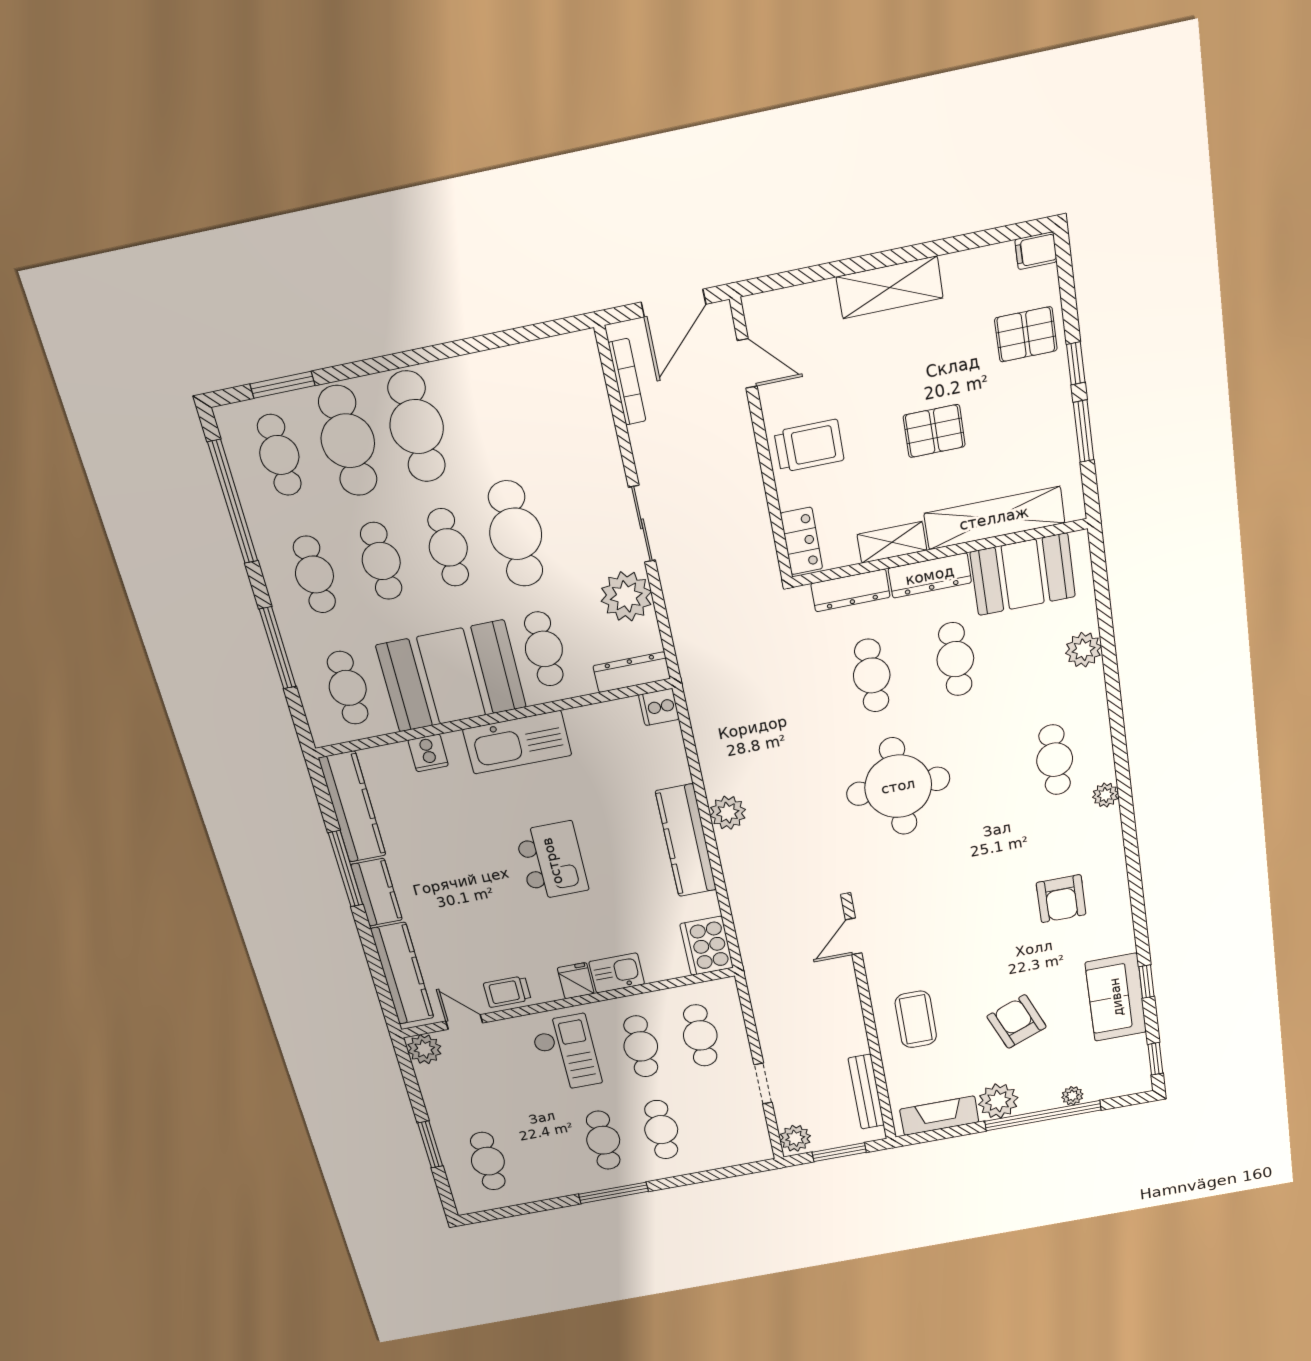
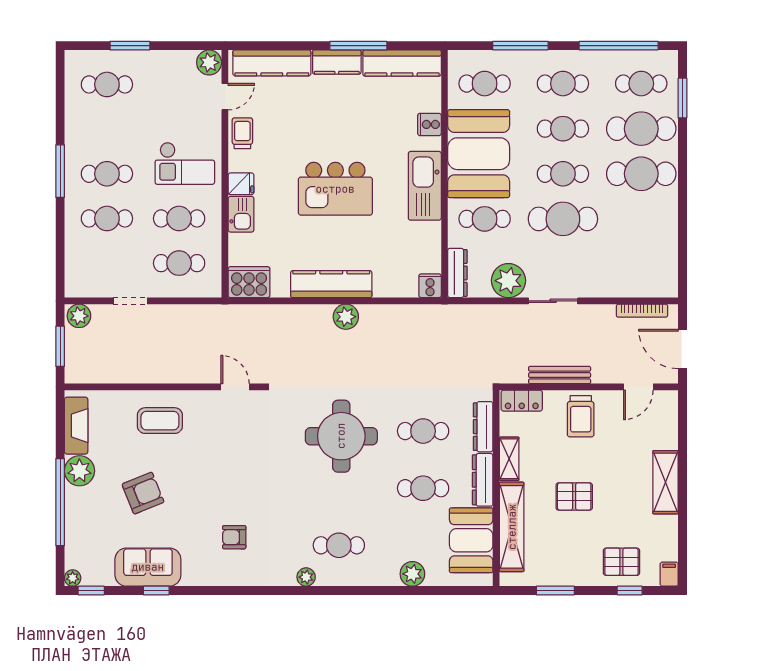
pallet: (1026, 334) -> (621, 562), turned 90
window: (1076, 363) -> (630, 590), moved
pallet: (934, 431) -> (574, 496), turned 90
kitchen island: (552, 861) -> (335, 189), width x1.37, depth x1.28
armchair: (1061, 899) -> (234, 537), width x0.72, depth x0.72
bench: (866, 1092) -> (560, 375), moved
plant: (1072, 1096) -> (73, 578), moved

